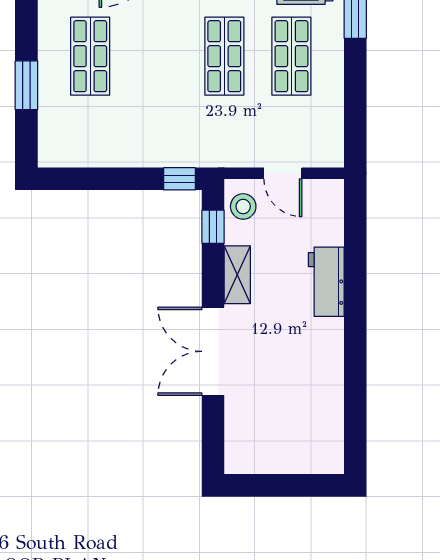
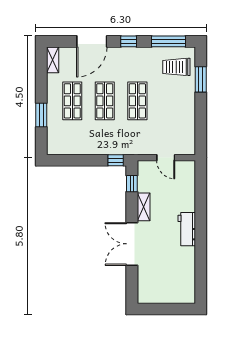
shop shelf: (291, 56) -> (105, 101), moved
stool: (243, 206) -> (146, 174), removed
workbench: (326, 282) -> (187, 229), moved

